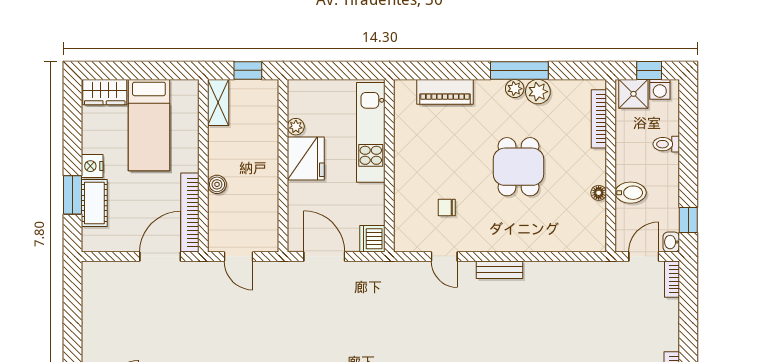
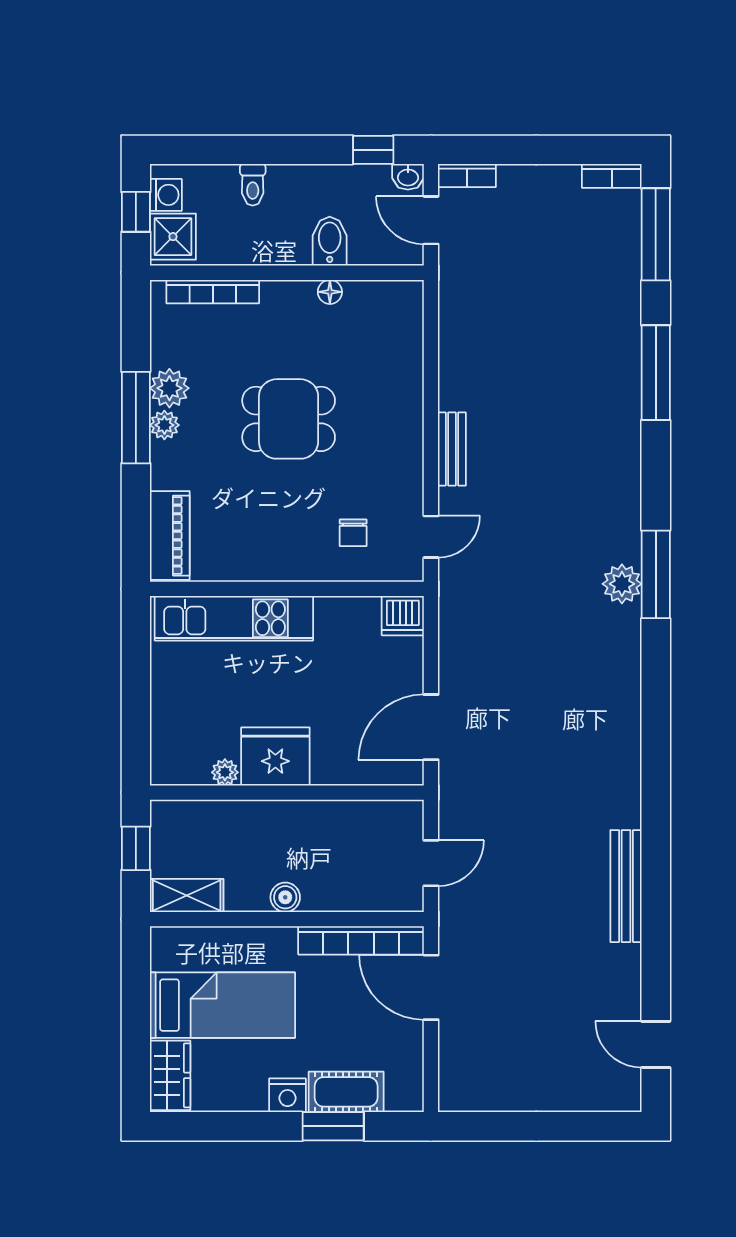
kitchen unit: (371, 132) -> (234, 618), moved
wall: (389, 166) -> (287, 589), moved
boiler: (217, 184) -> (285, 897), moved
dishwasher: (372, 239) -> (403, 616), moved

